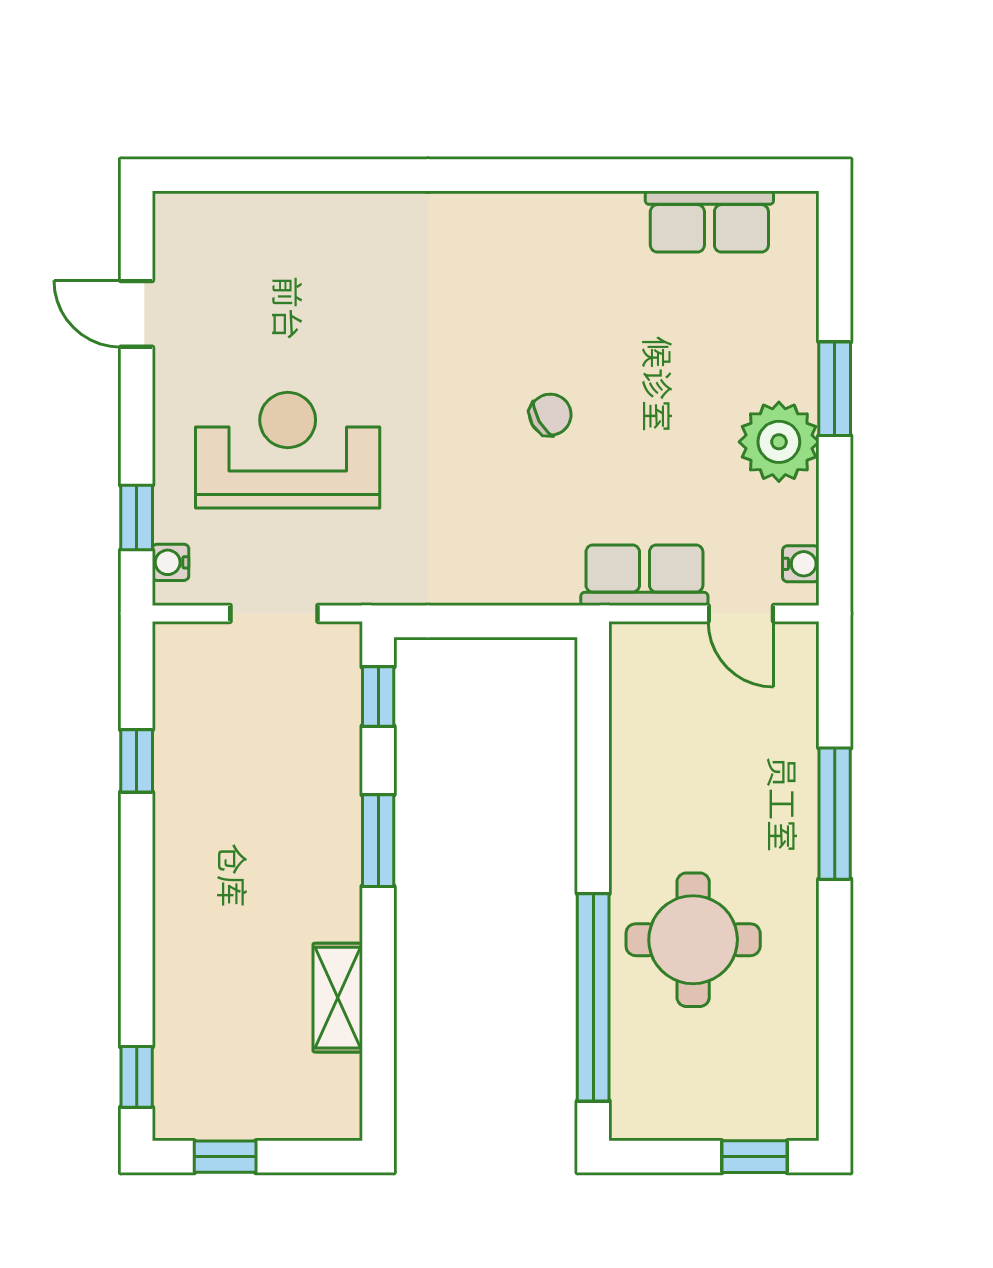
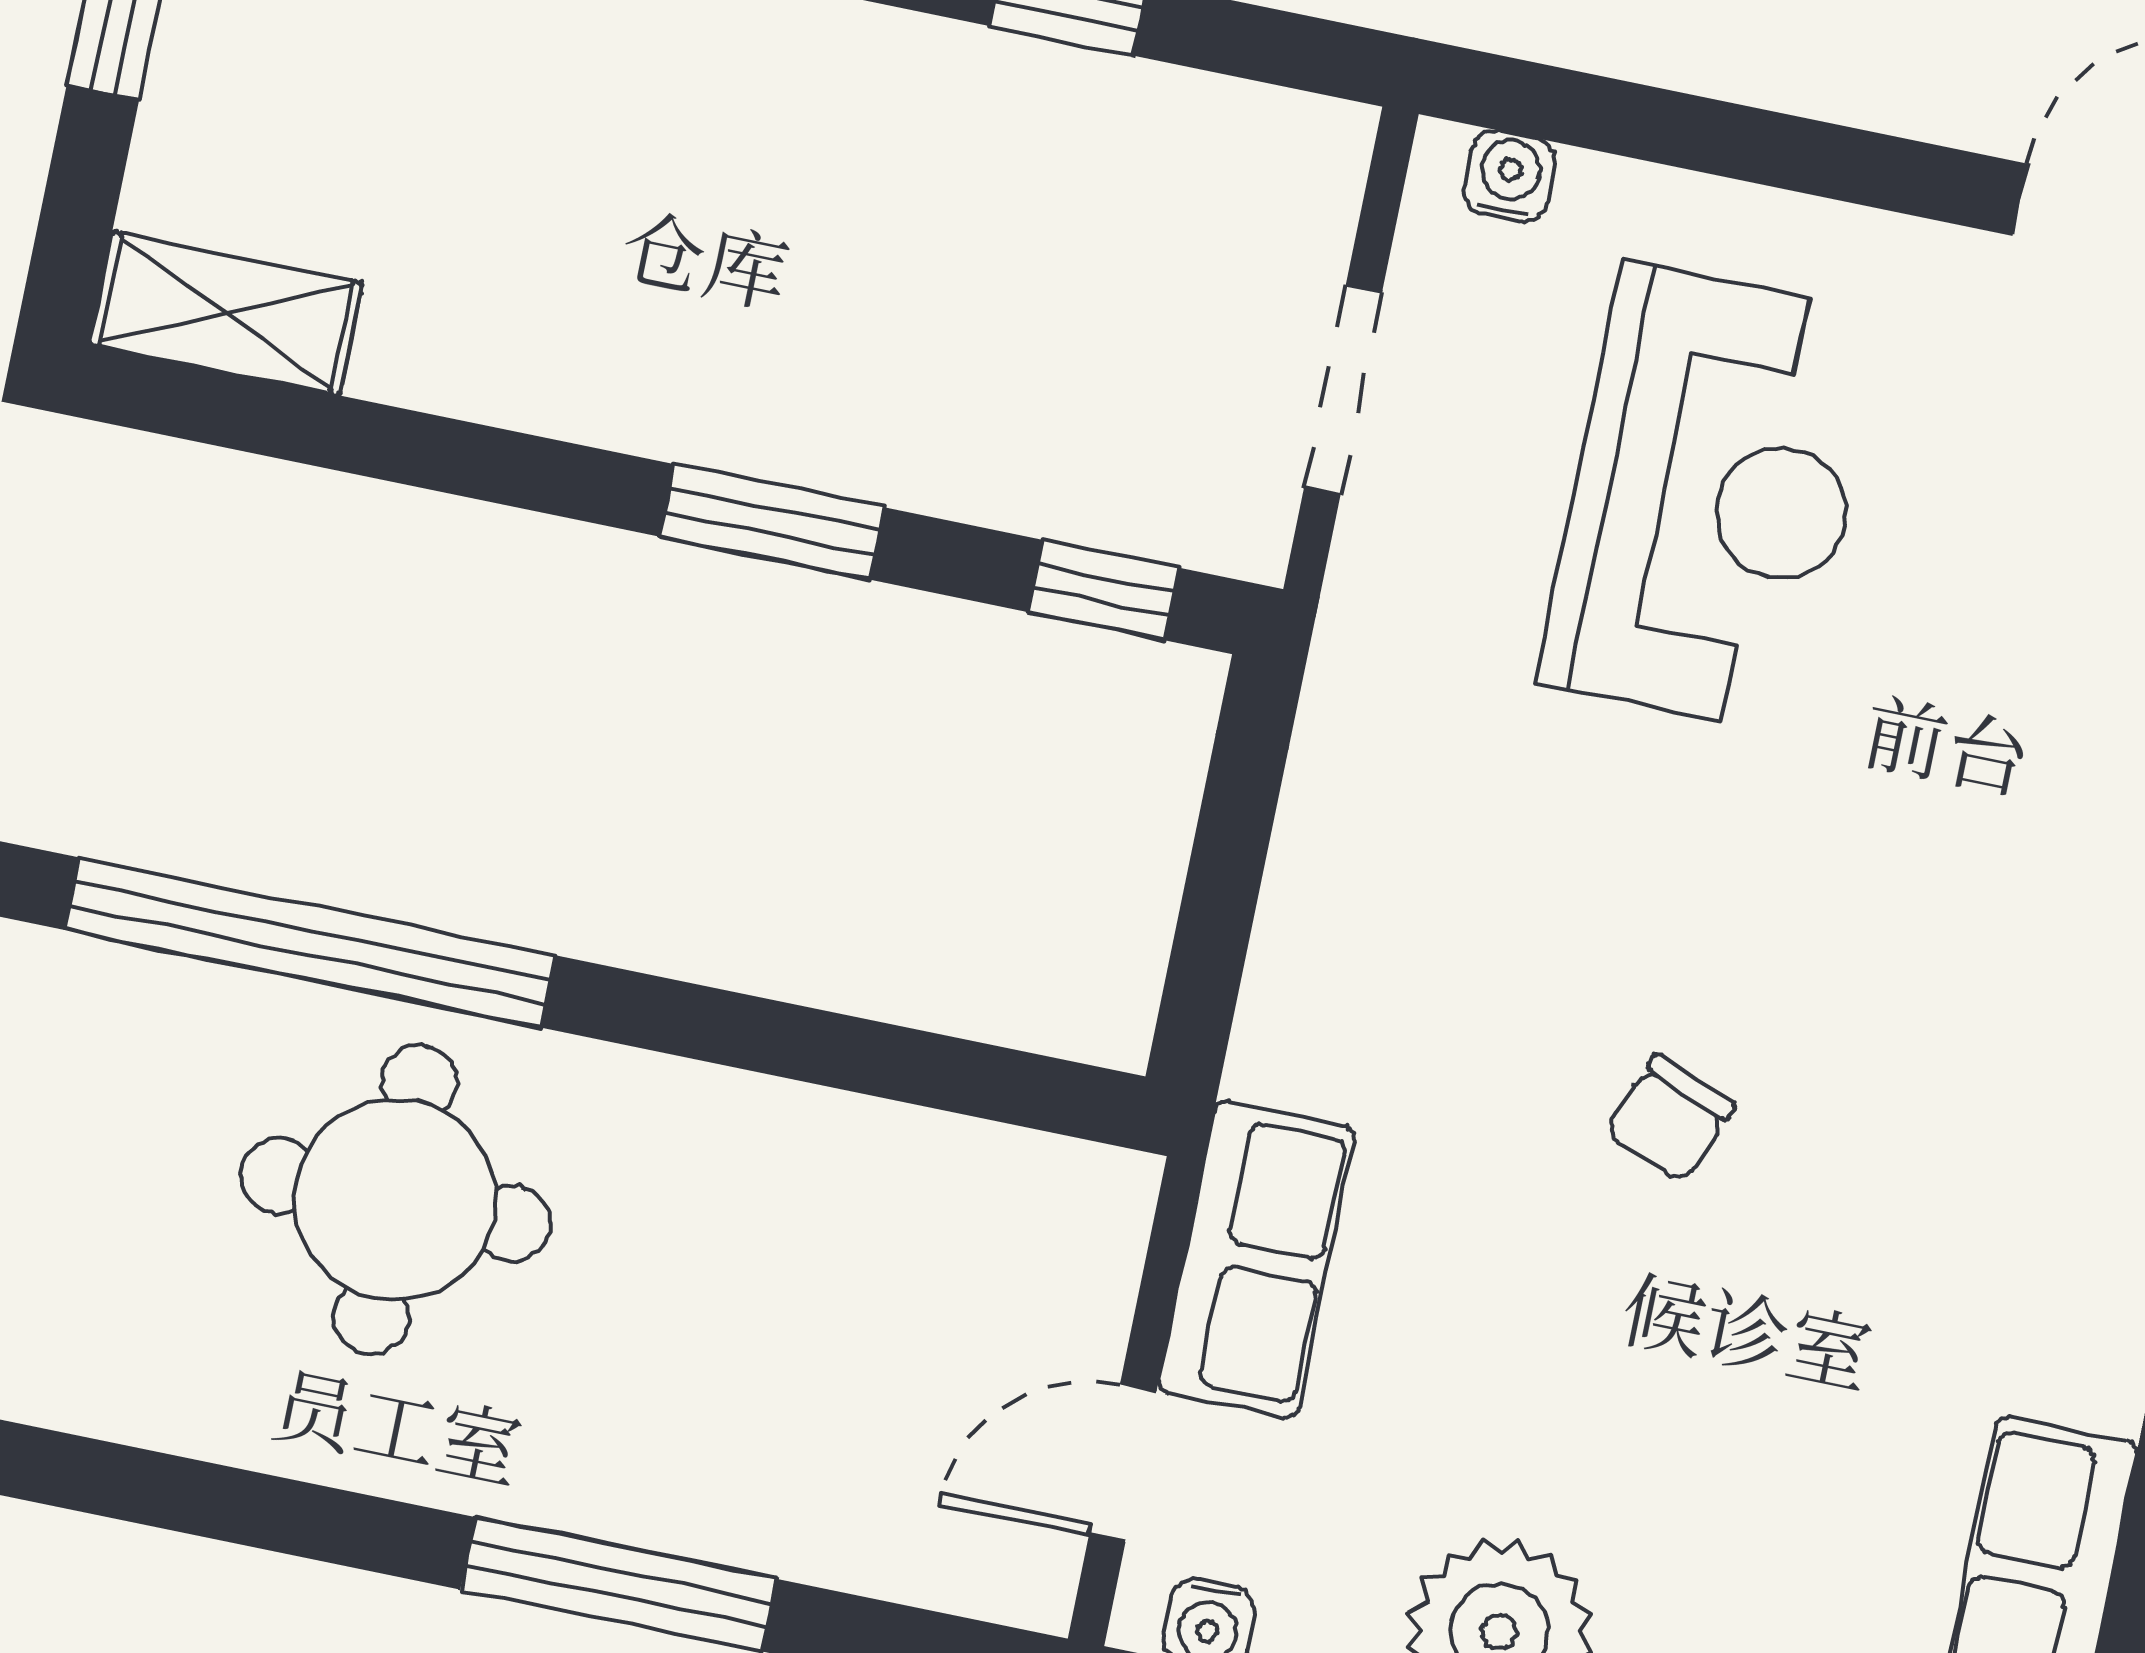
chair: (550, 415) -> (1670, 1119), turned 52
window: (137, 518) -> (1628, 119), removed
shelving: (338, 998) -> (226, 313), moved

